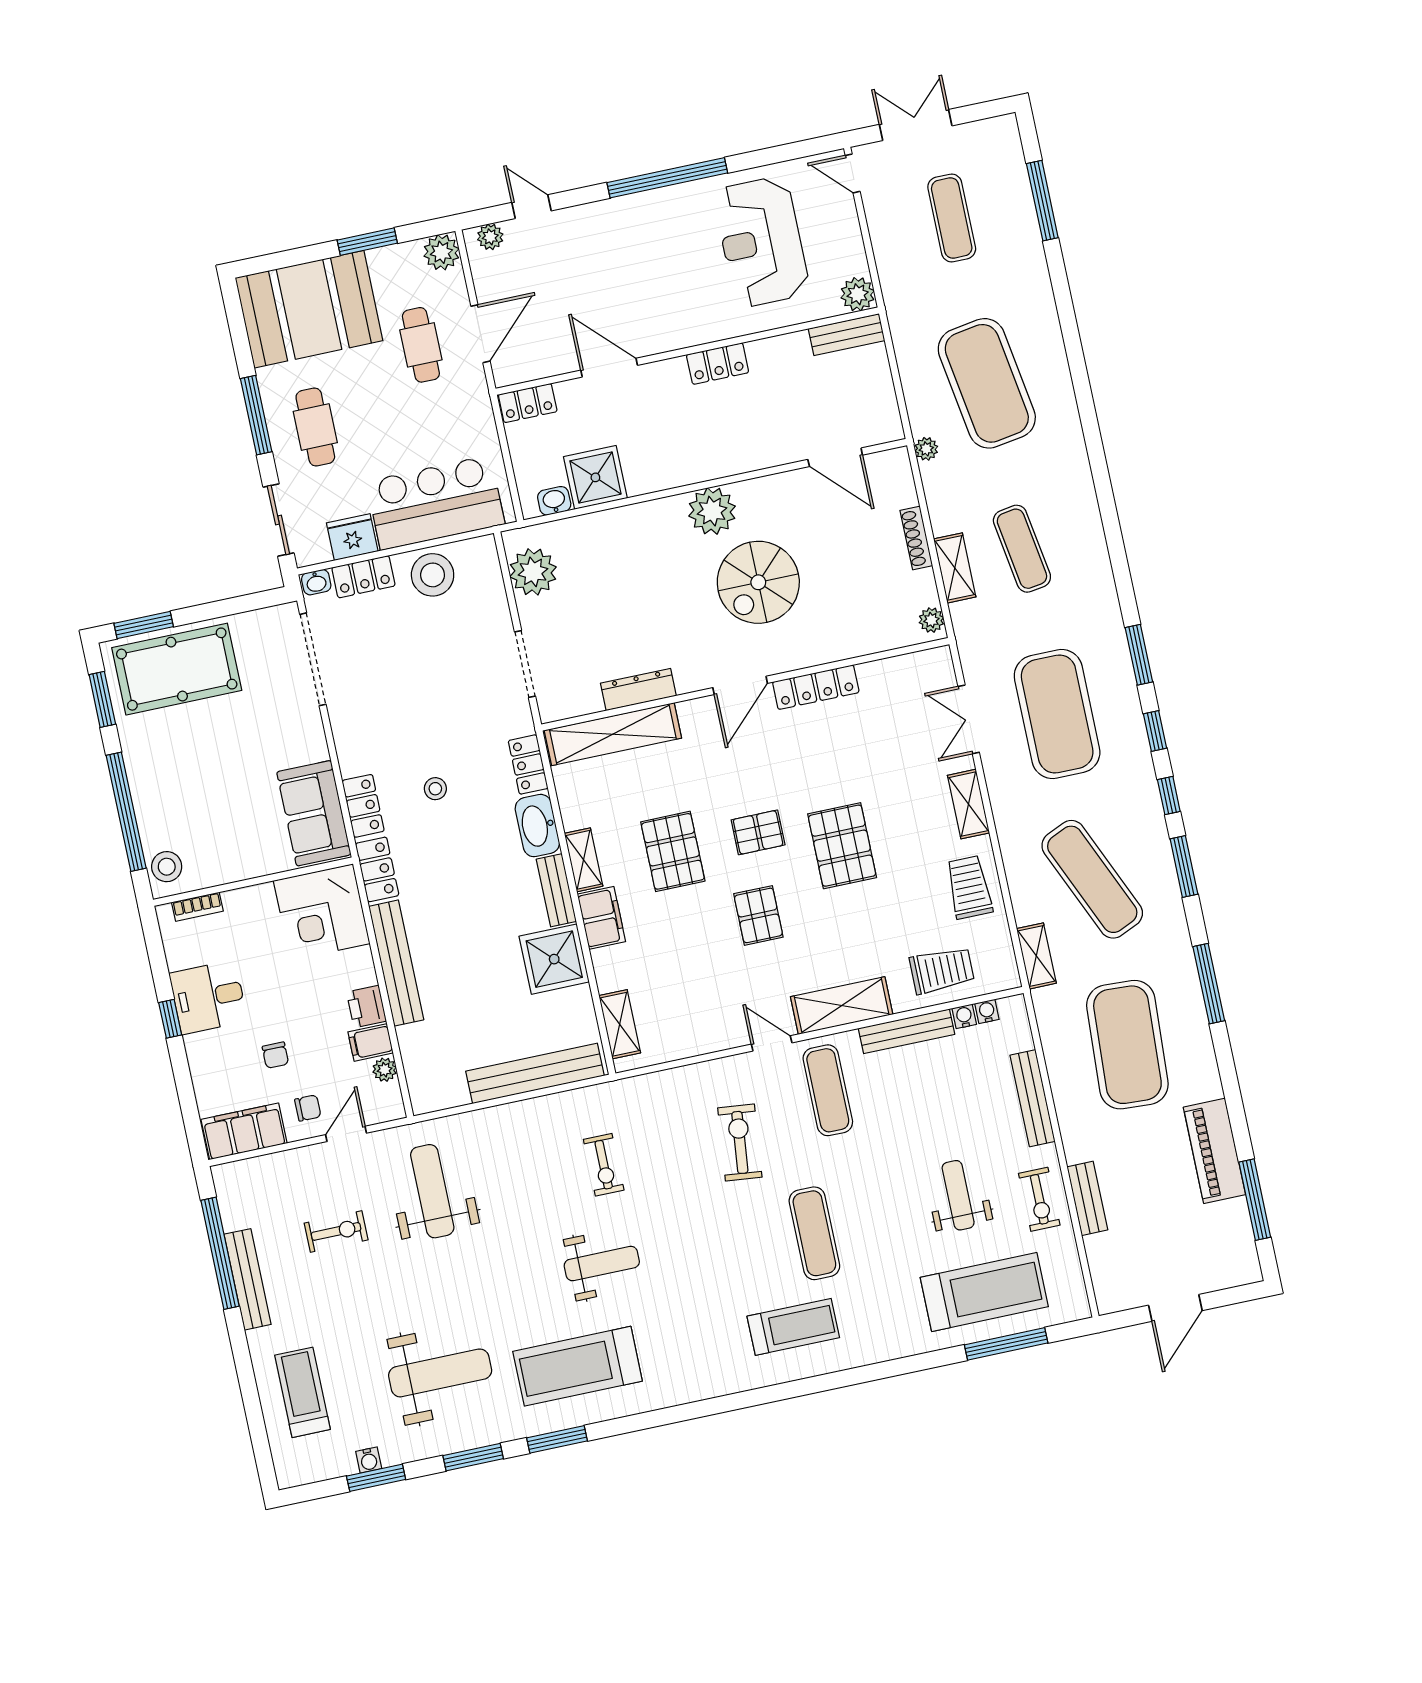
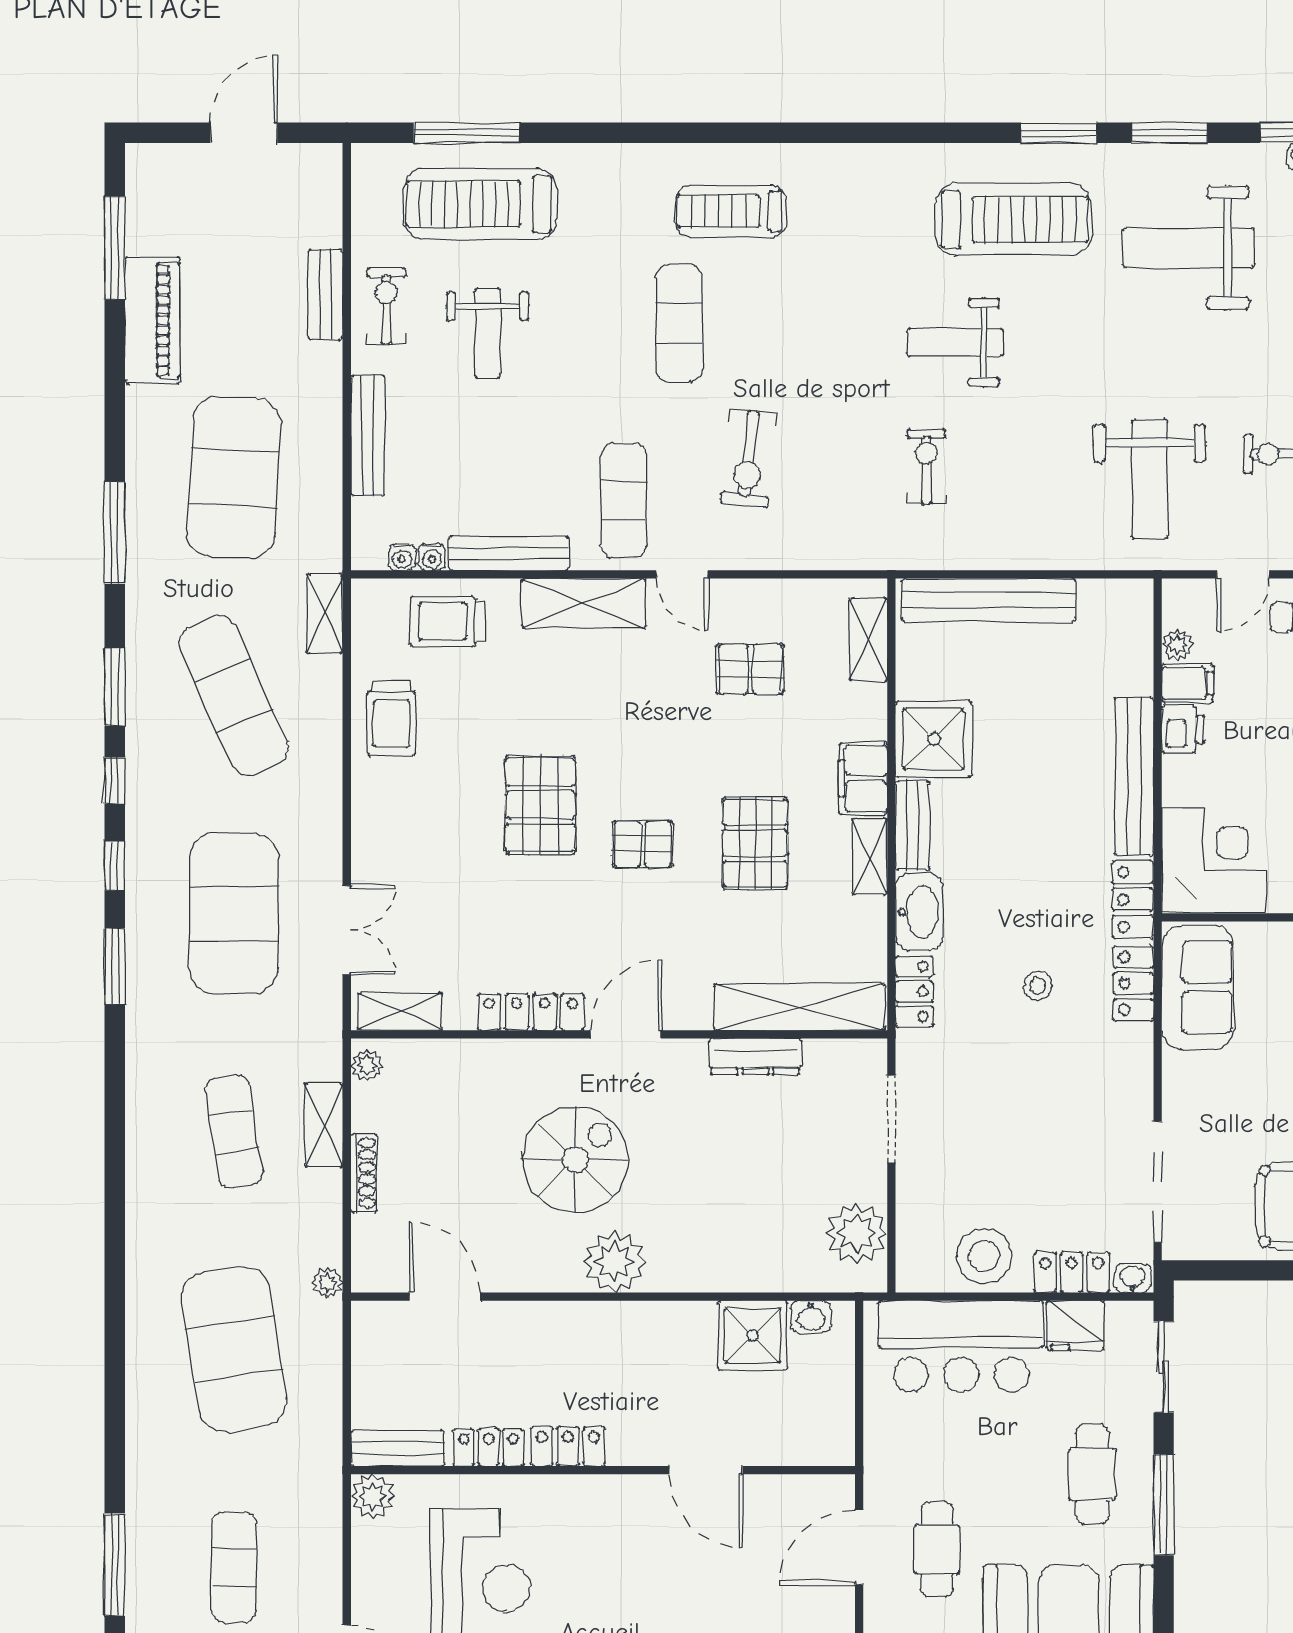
locker: (528, 403) -> (489, 1447), moved
shelving: (968, 804) -> (400, 1011), moved, turned 90
pallet: (758, 915) -> (750, 669), moved, turned 90

